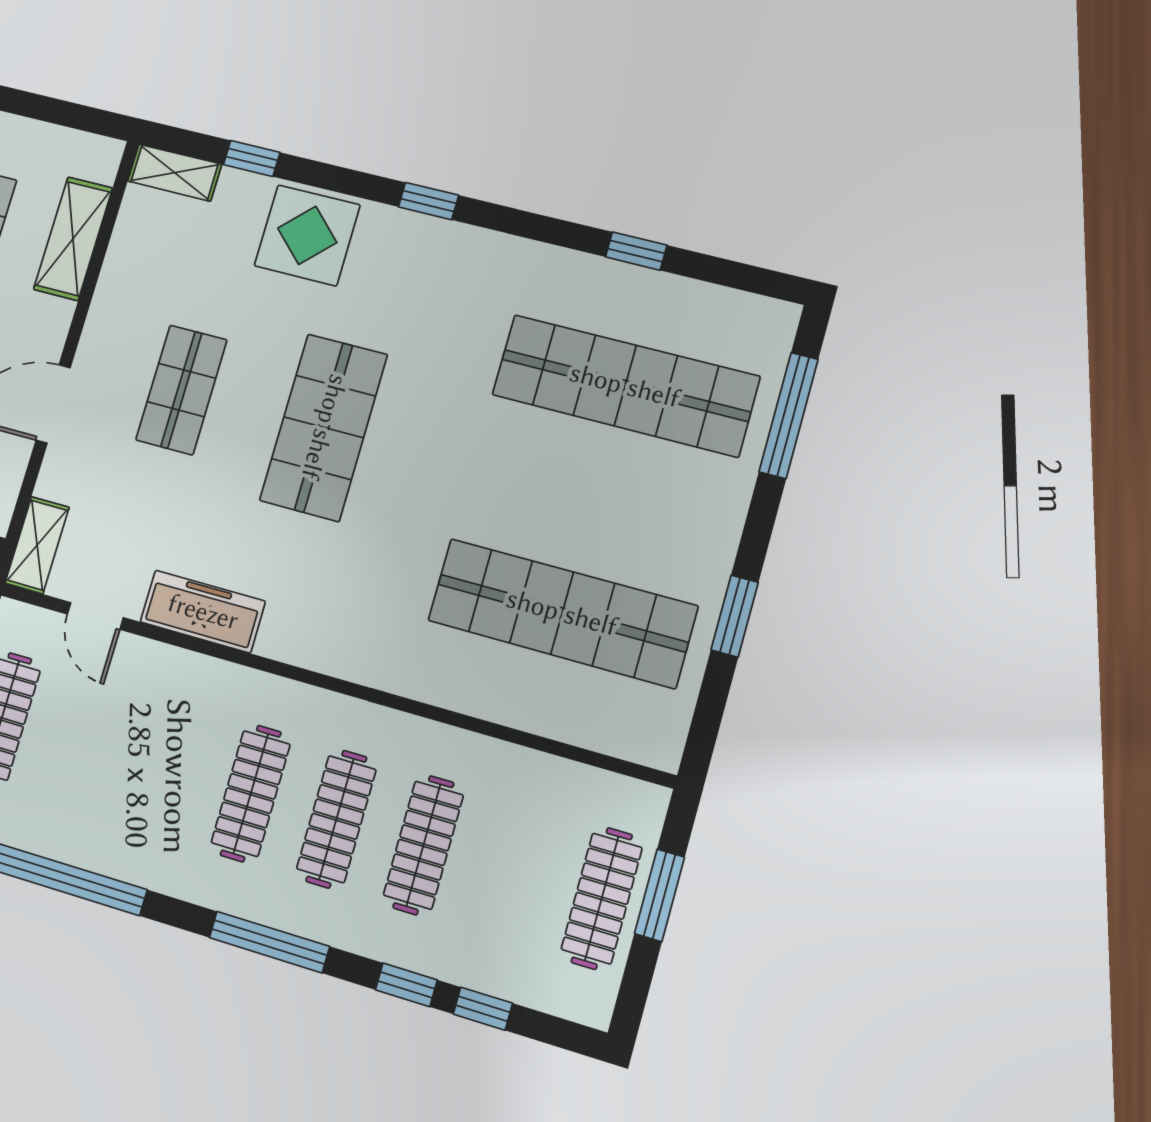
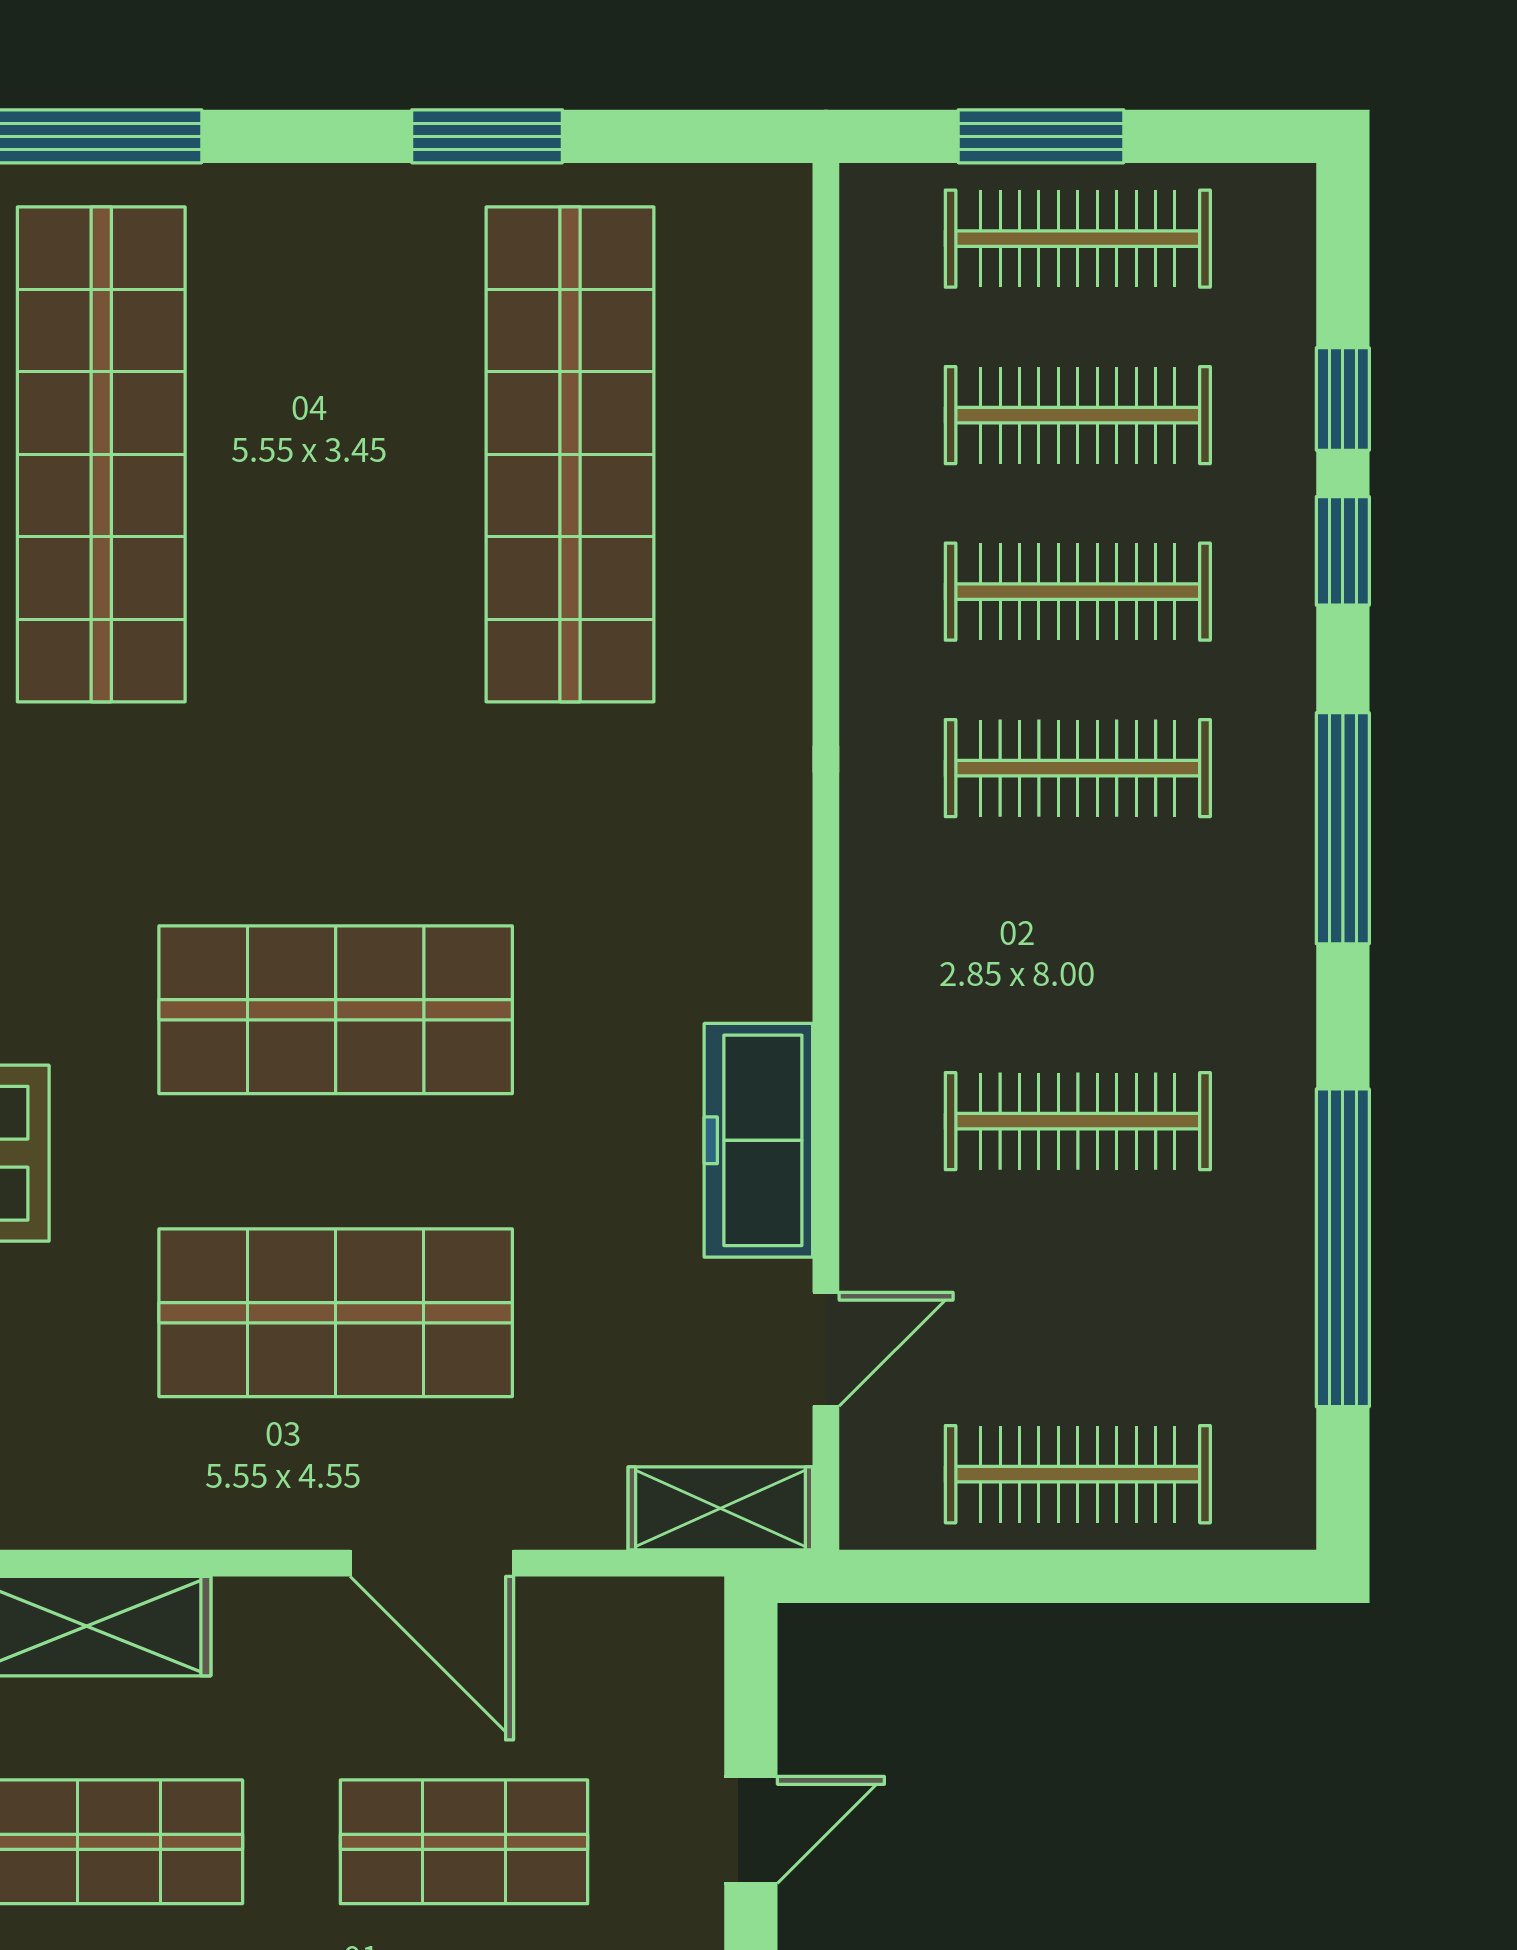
shop shelf: (181, 390) -> (336, 1313), width x1.43, depth x1.36
clothes rail: (251, 793) -> (1078, 1121), moved
clothes rail: (512, 872) -> (1078, 415), added

